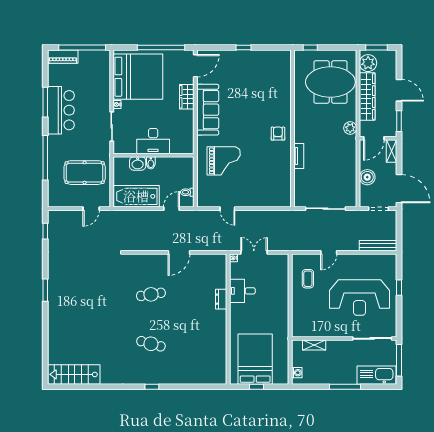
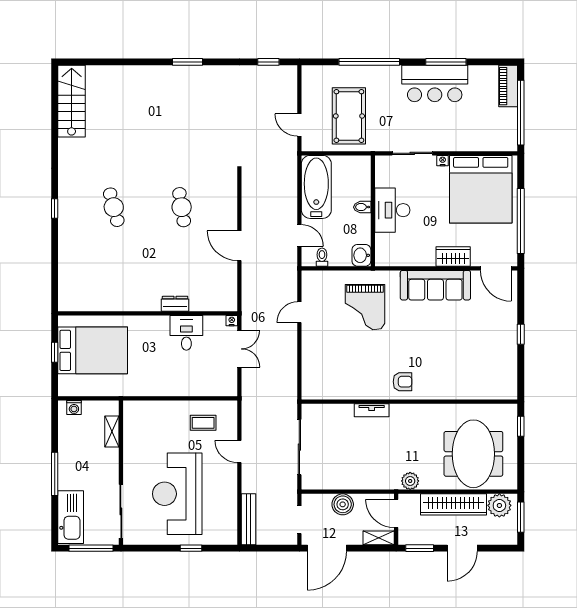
washbasin: (138, 163) -> (361, 255), moved
cafe table: (151, 344) -> (114, 207), turned -30

